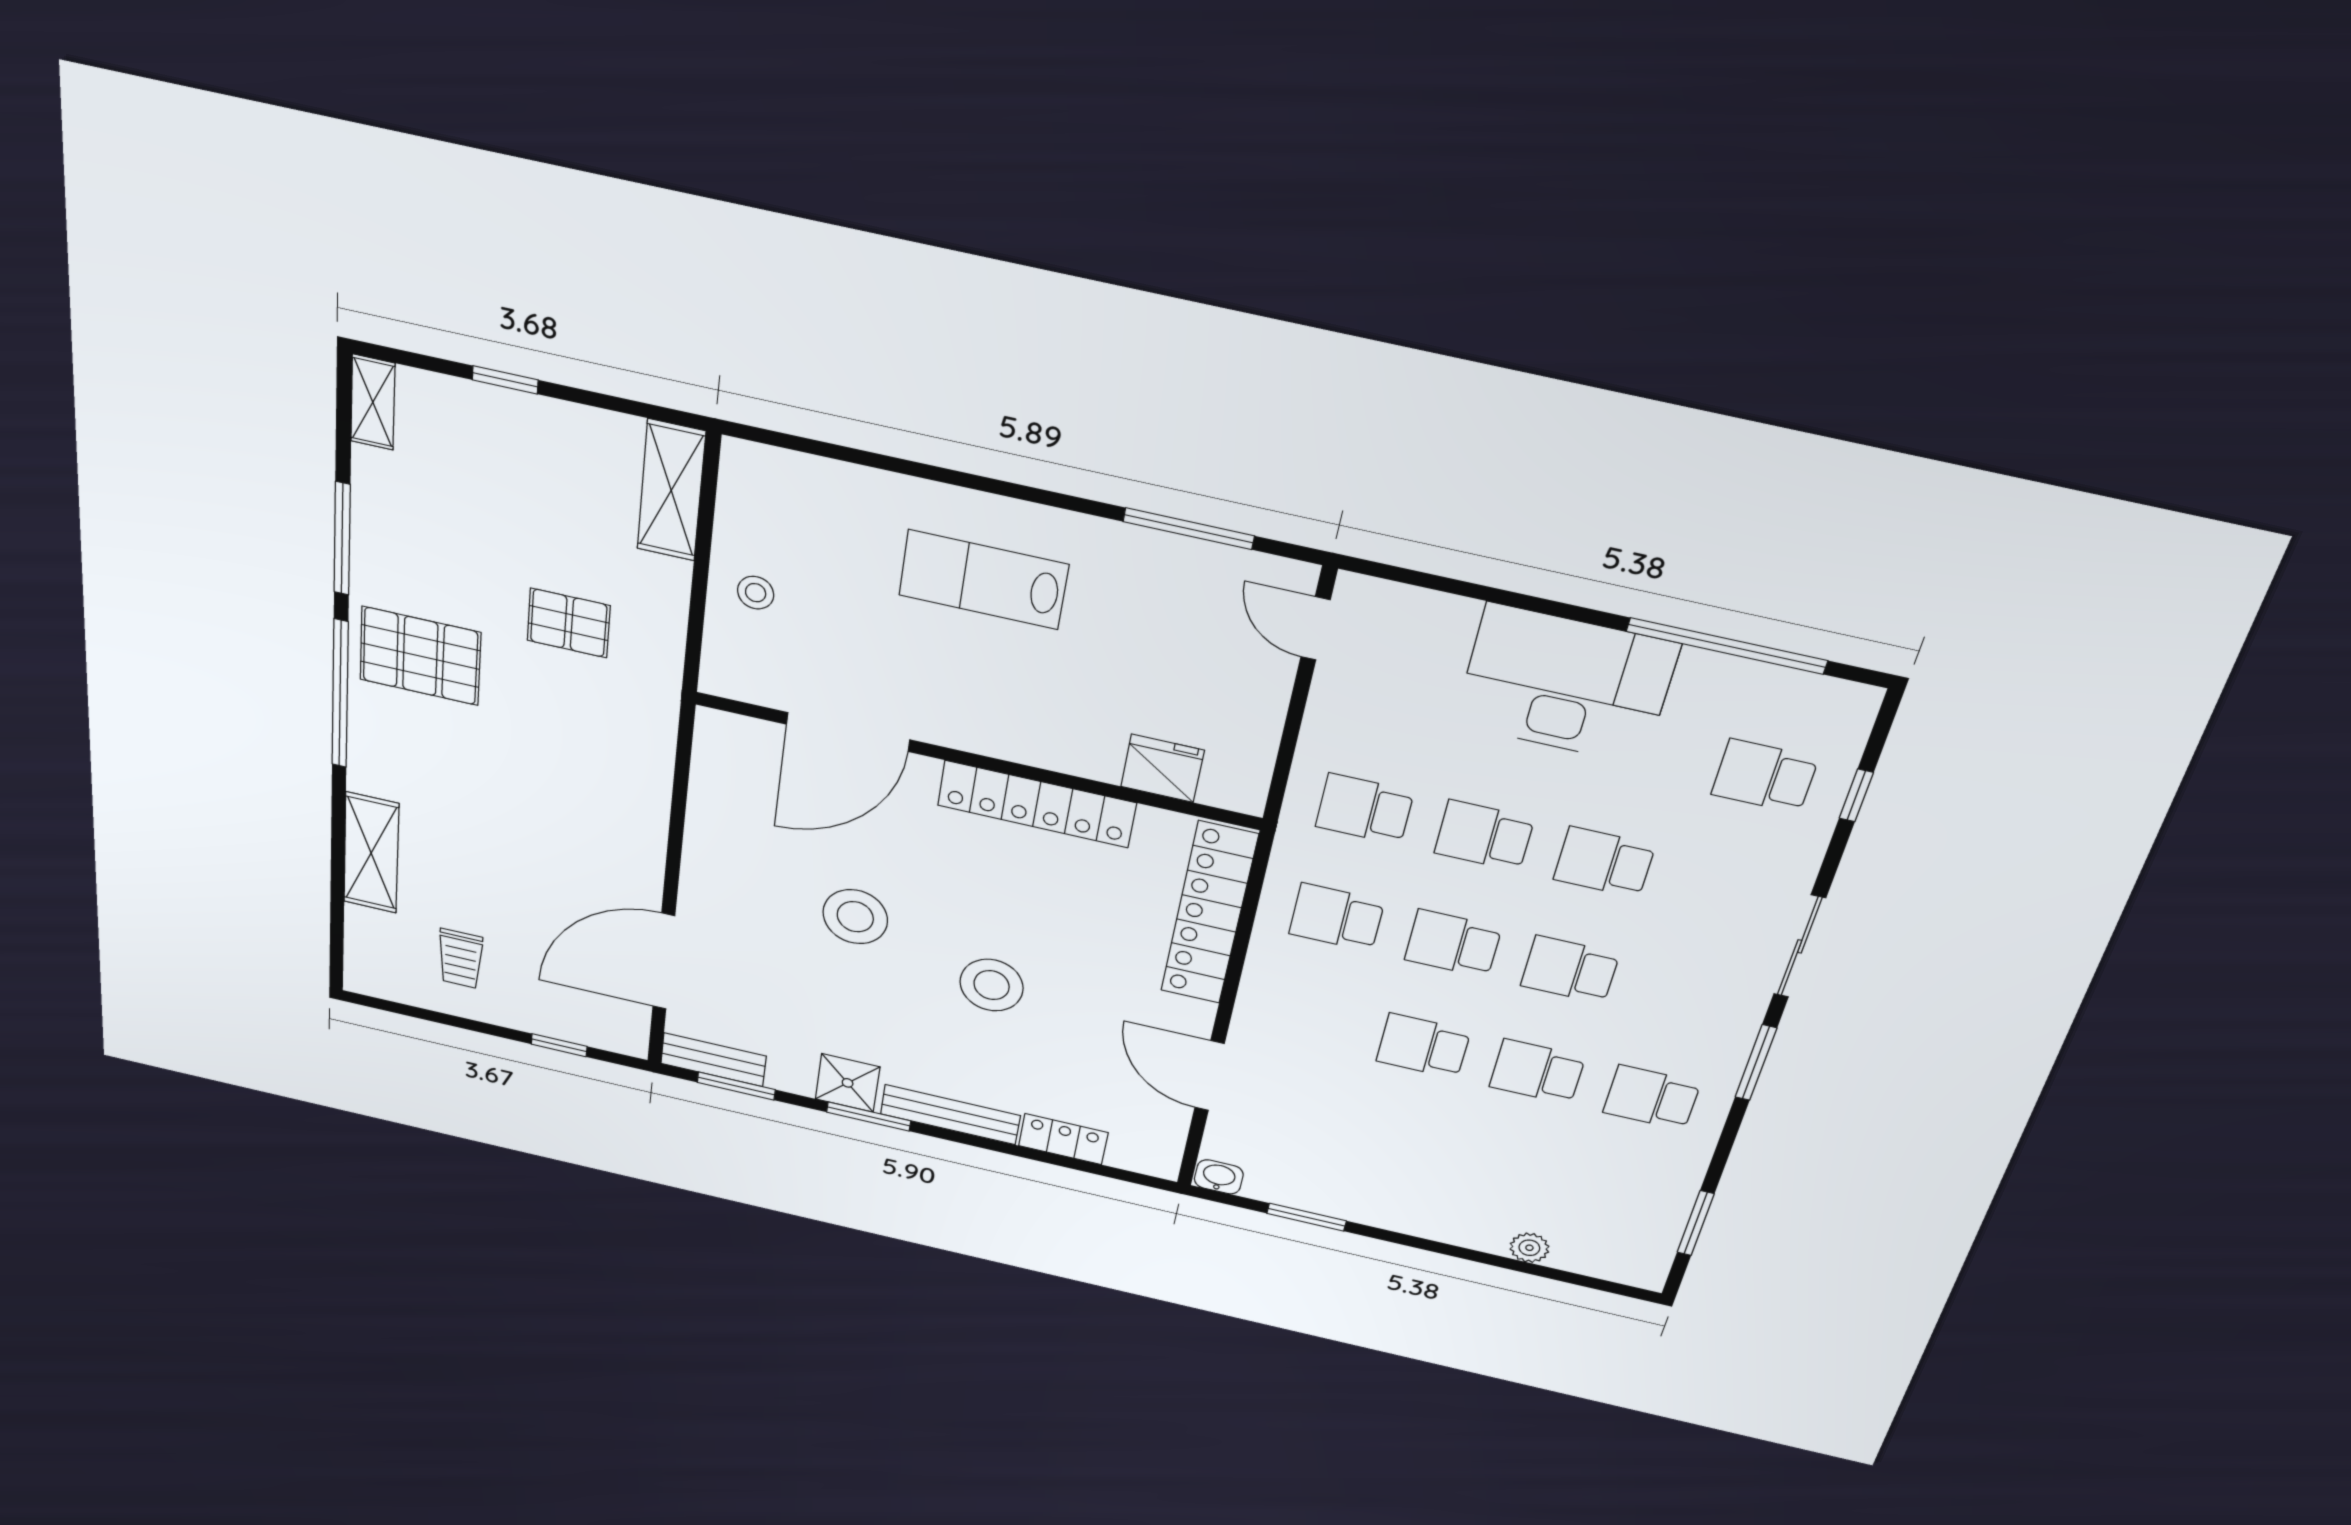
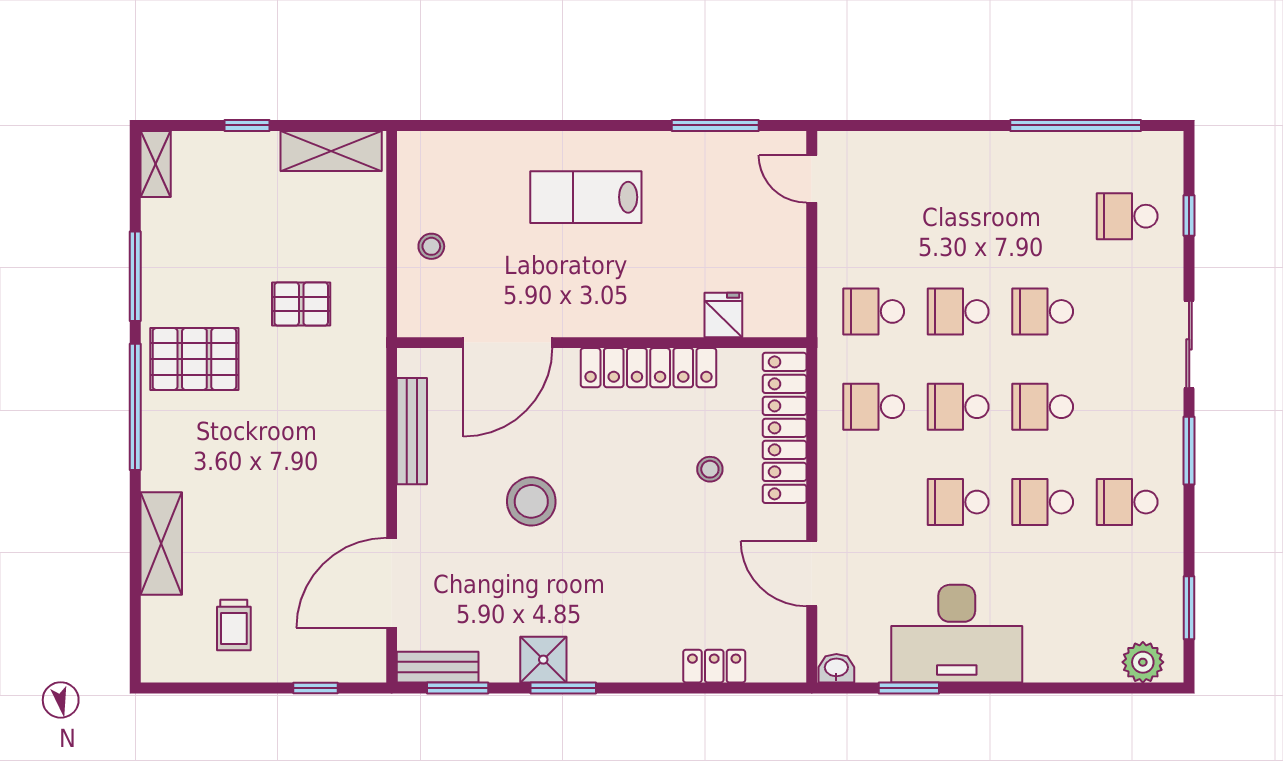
shelving: (671, 490) -> (331, 151), moved, turned 90
desk: (1566, 684) -> (957, 634), moved, turned 180
fridge: (1162, 768) -> (723, 315), width x0.72
stool: (992, 985) -> (710, 469), moved, width x0.53, depth x0.53
bench: (950, 1115) -> (412, 431), moved, turned 90
plant: (1529, 1248) -> (1143, 662), moved, width x1.38, depth x1.38

